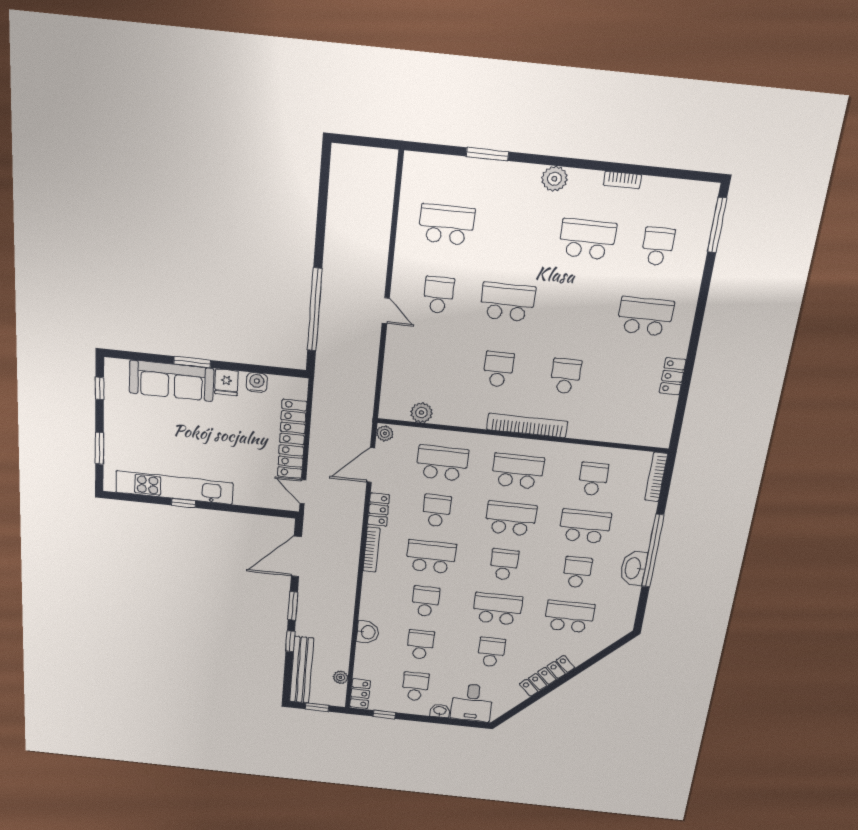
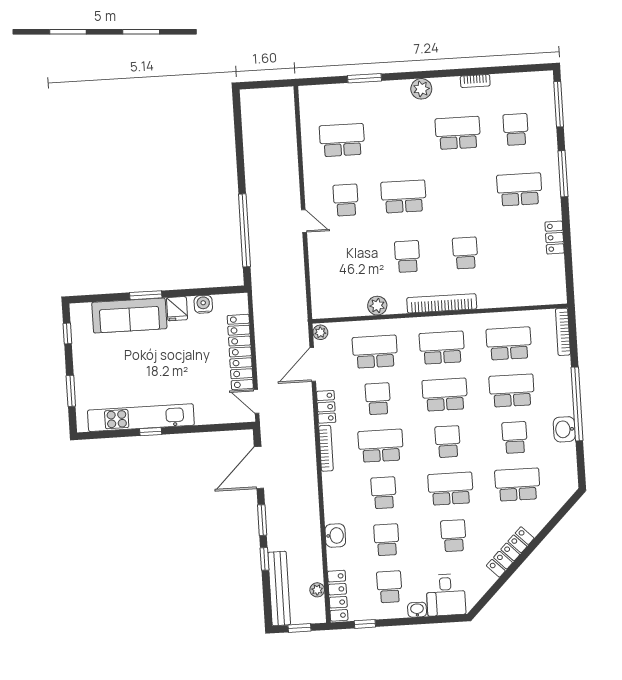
window: (701, 307) -> (563, 174), added
plant: (421, 413) -> (377, 306), moved
school desk: (593, 479) -> (509, 343), width x1.85
washbasin: (633, 568) -> (564, 429), width x0.72
locker: (360, 694) -> (338, 596), width x1.53

